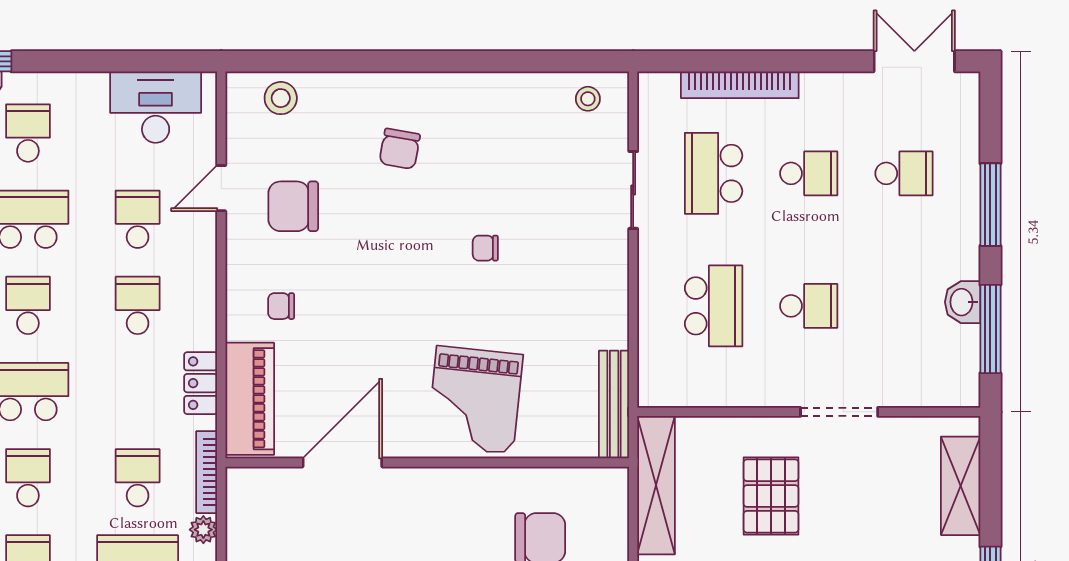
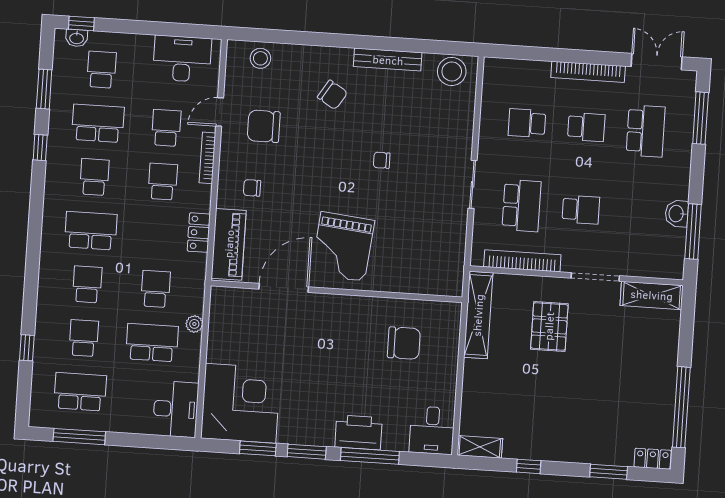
bookcase: (740, 85) -> (588, 72), moved
stool: (588, 99) -> (452, 71), width x1.89, depth x1.89
chair: (400, 149) -> (332, 95), turned -68
school desk: (714, 173) -> (527, 123), width x0.54
school desk: (904, 173) -> (646, 131), width x1.85
sliding door: (633, 190) -> (473, 184), moved
window: (990, 205) -> (701, 118), moved
bookcase: (721, 394) -> (522, 261), added
grand piano: (475, 400) -> (343, 247), moved
bench: (614, 405) -> (388, 60), moved, turned 90
bookcase: (207, 472) -> (207, 158), moved
shelving: (961, 486) -> (652, 295), moved, turned 90

